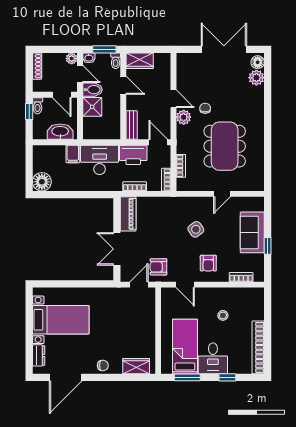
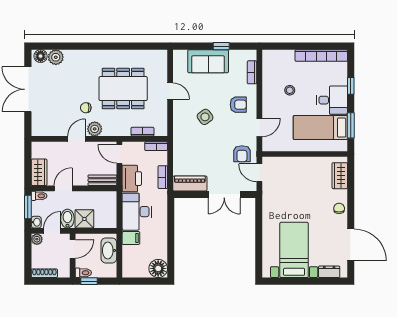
door: (158, 142) -> (119, 154), hinge flipped

